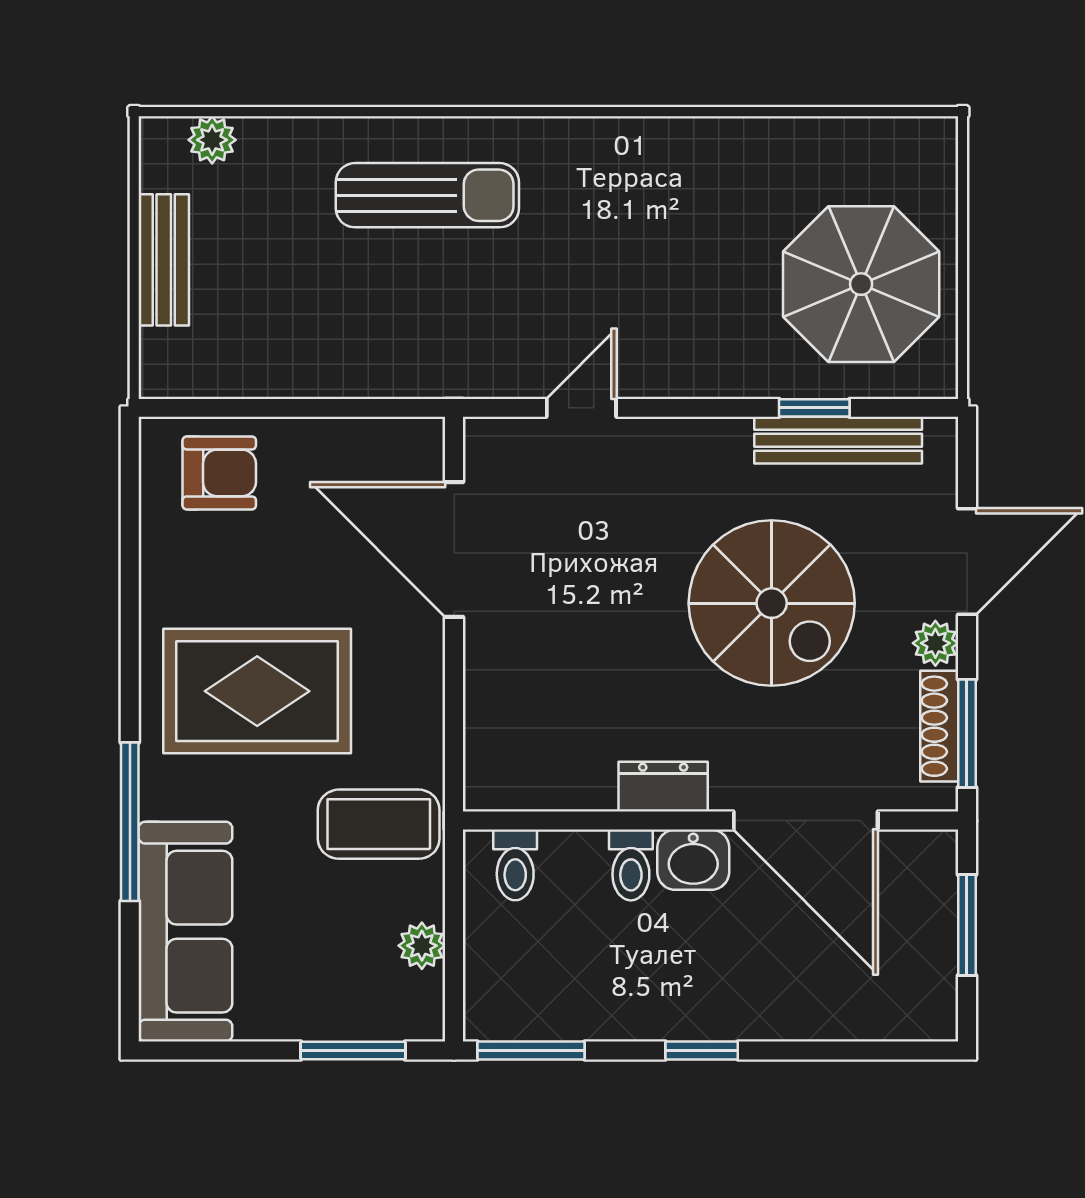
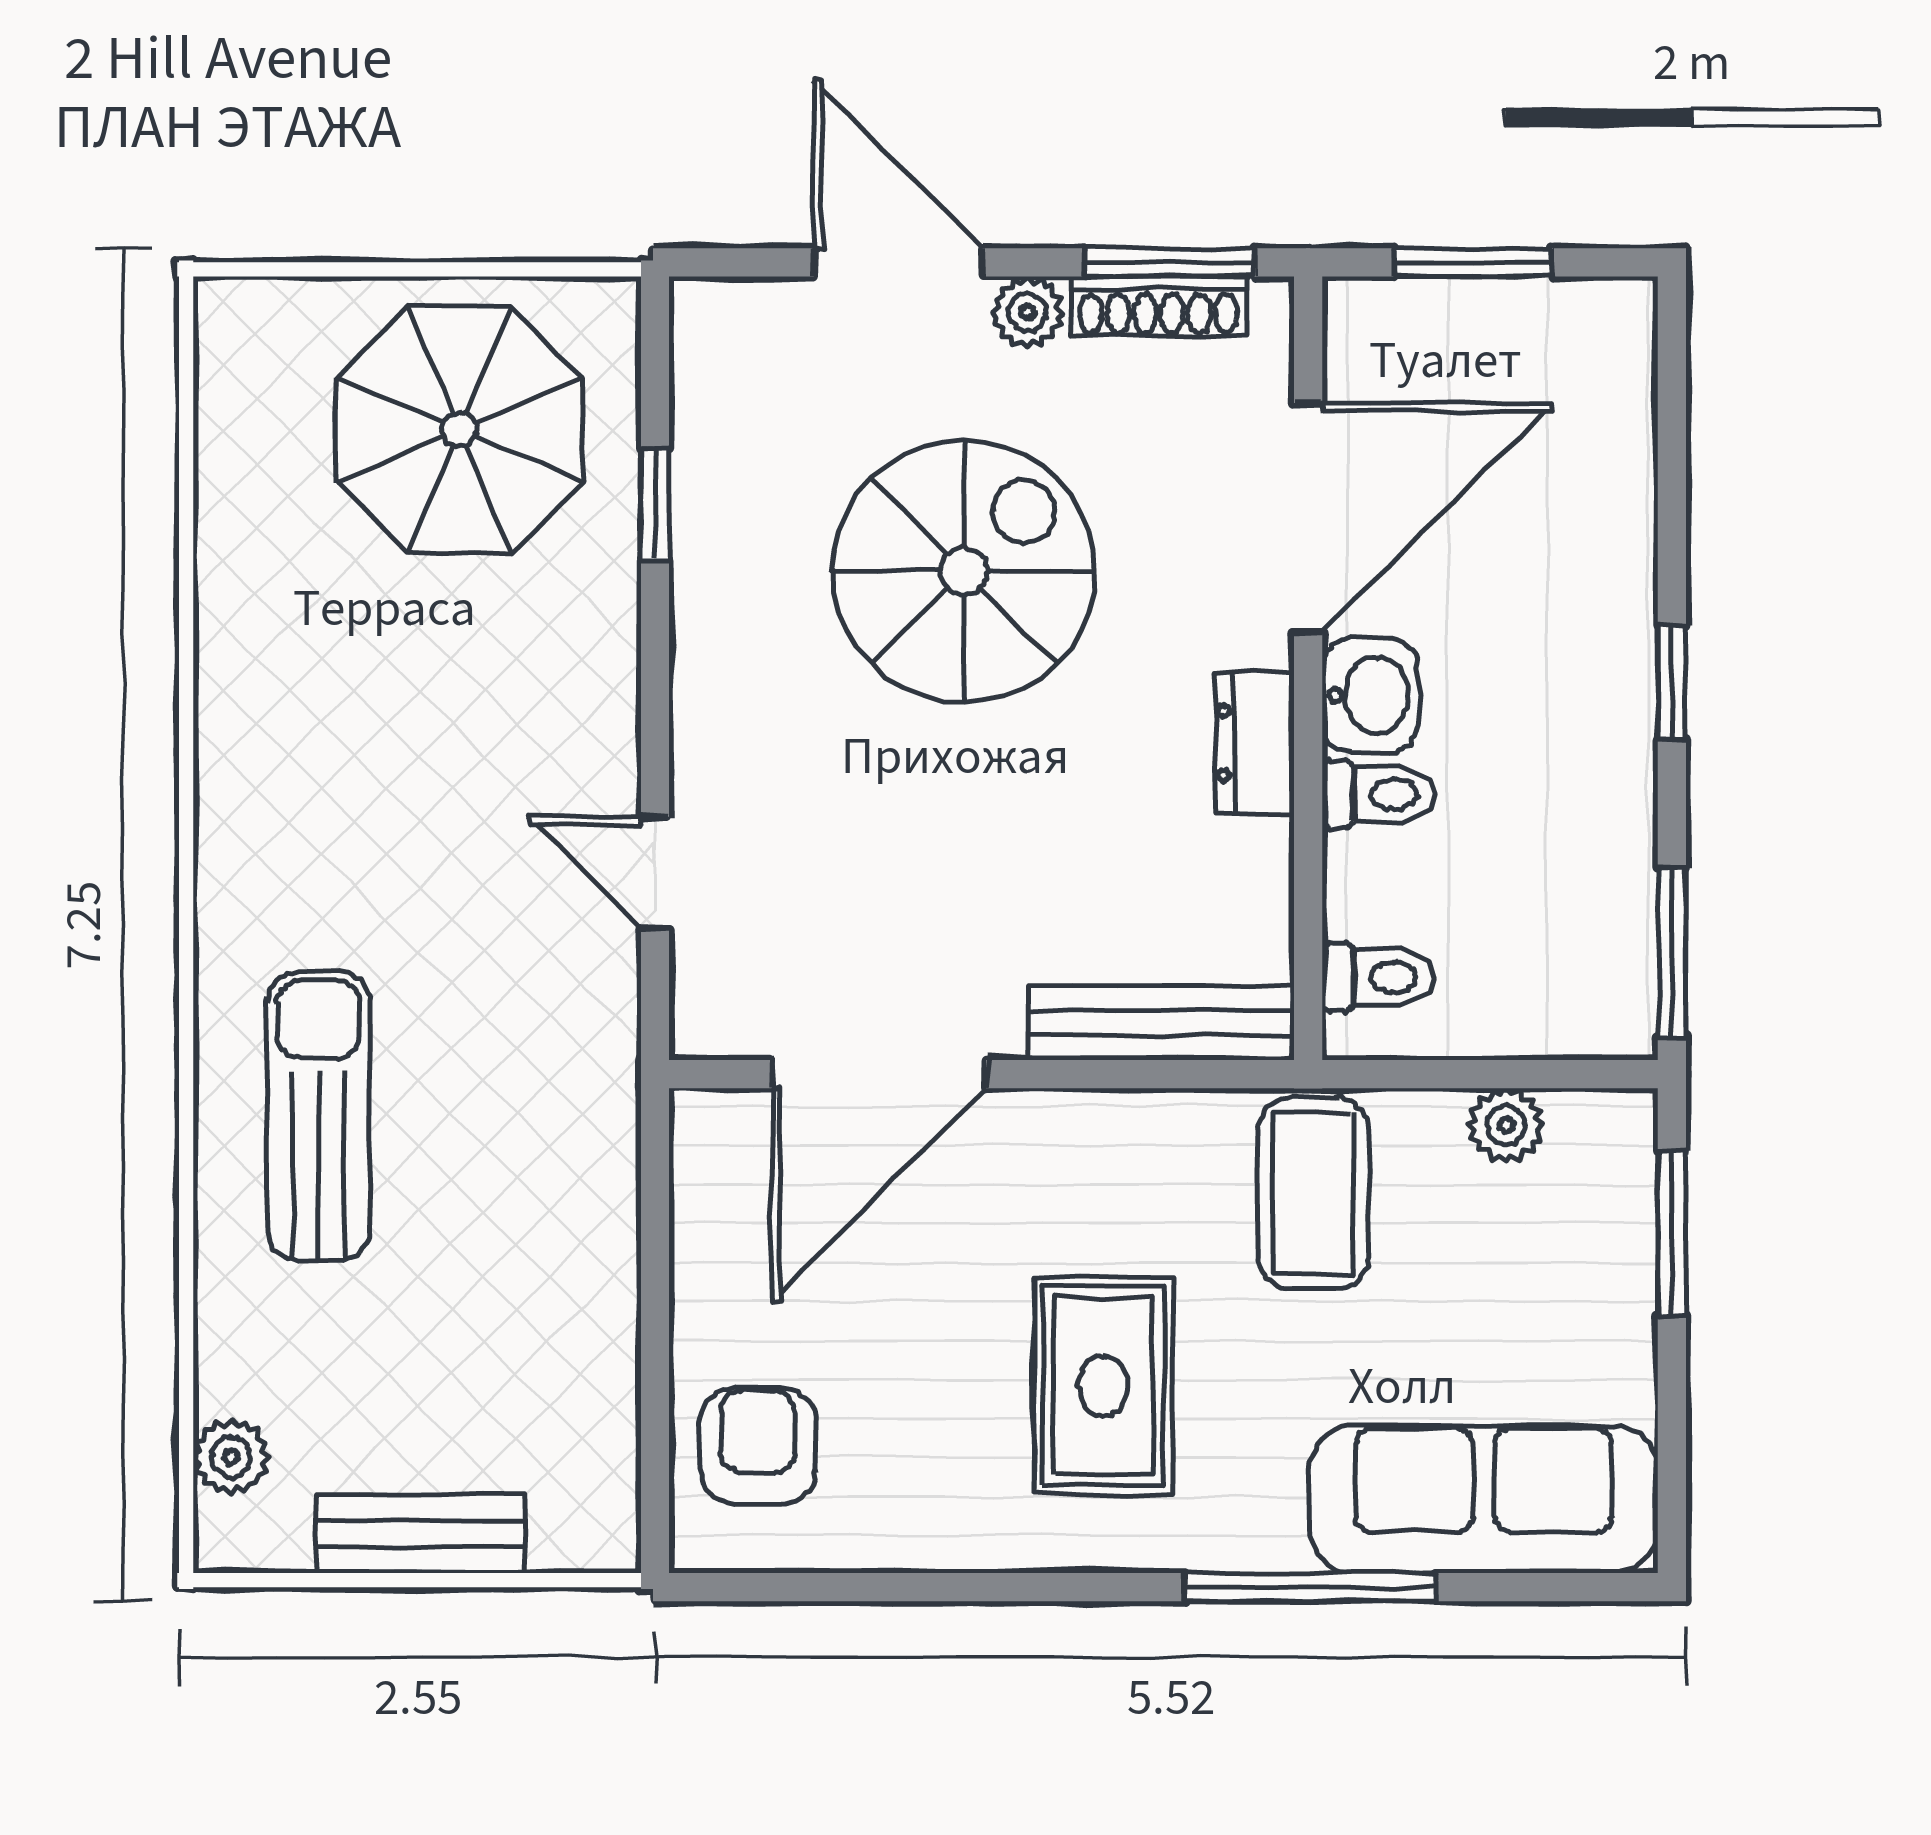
bench: (838, 440) -> (1161, 1023), moved, turned 90
rug: (257, 691) -> (1103, 1386), width x0.73, depth x0.70

